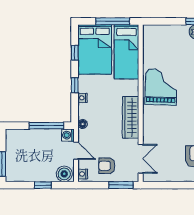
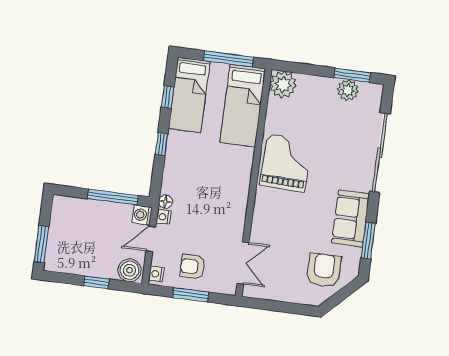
plant: (152, 34) -> (283, 85), added
bed: (95, 49) -> (189, 95), width x0.67
nightstand: (83, 98) -> (163, 217), moved
wardrobe: (131, 117) -> (236, 201), removed
door: (76, 151) -> (151, 239), swing flipped
window: (121, 185) -> (191, 295), moved

